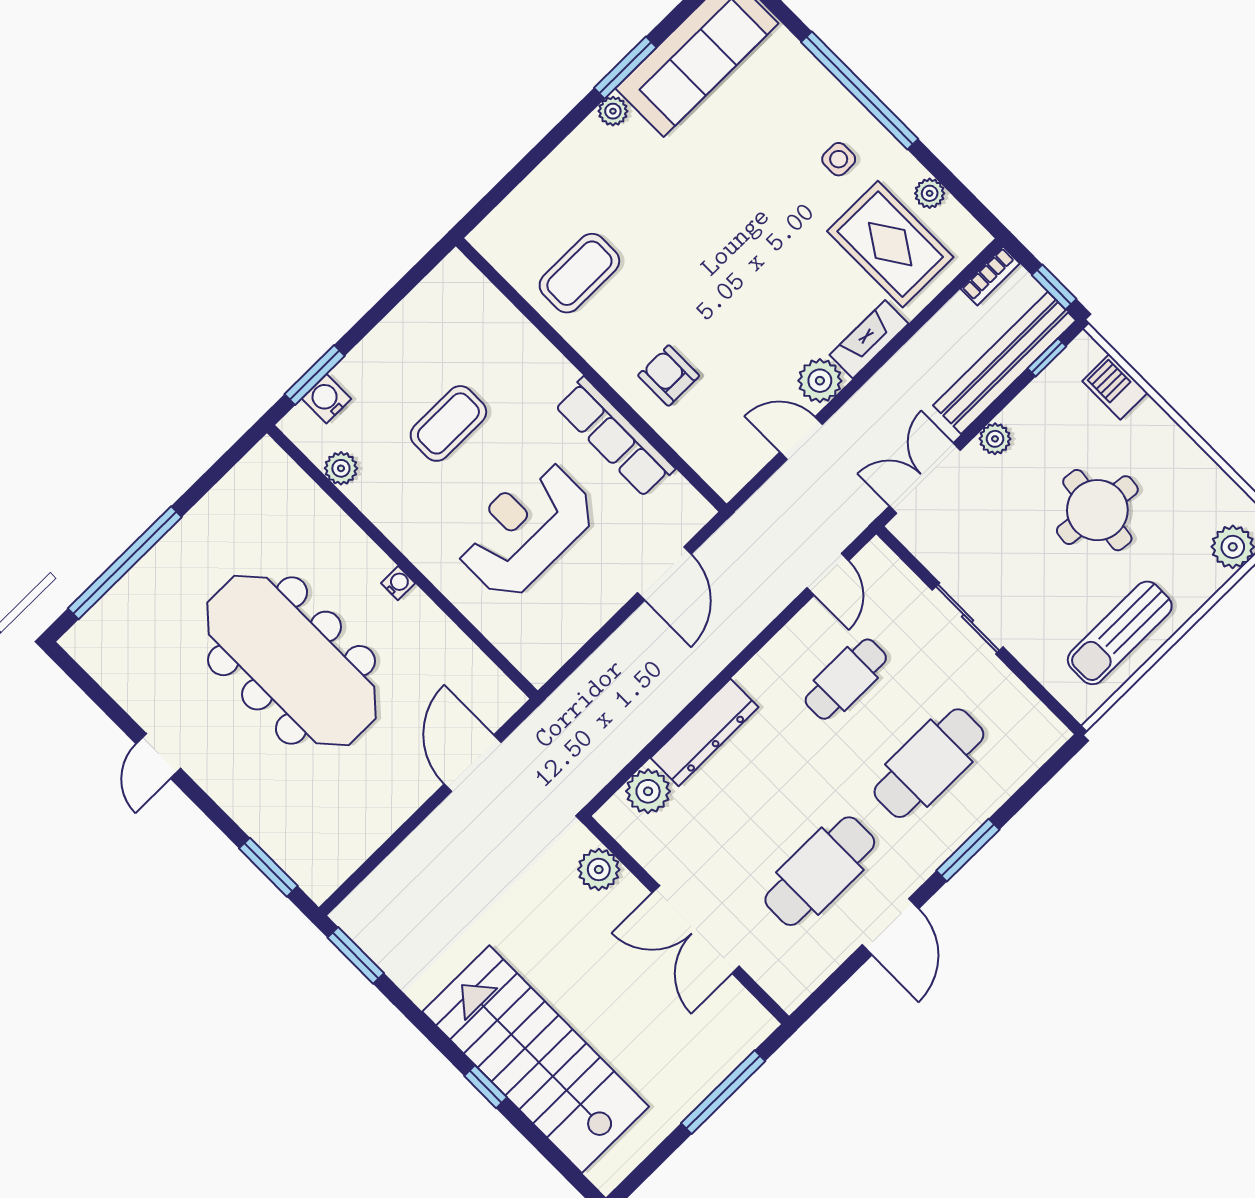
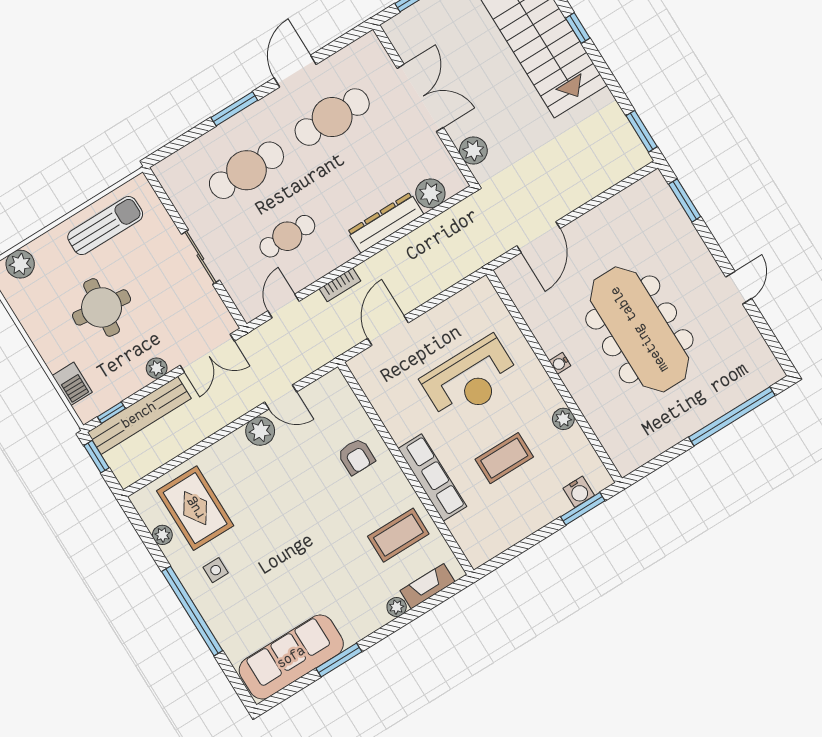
plant: (613, 111) -> (397, 607), moved
bookcase: (990, 276) -> (340, 285), moved, turned 180
fireplace: (869, 339) -> (428, 586), moved, turned 180
row of seats: (615, 437) -> (432, 477), moved
plant: (341, 468) -> (563, 419), moved

